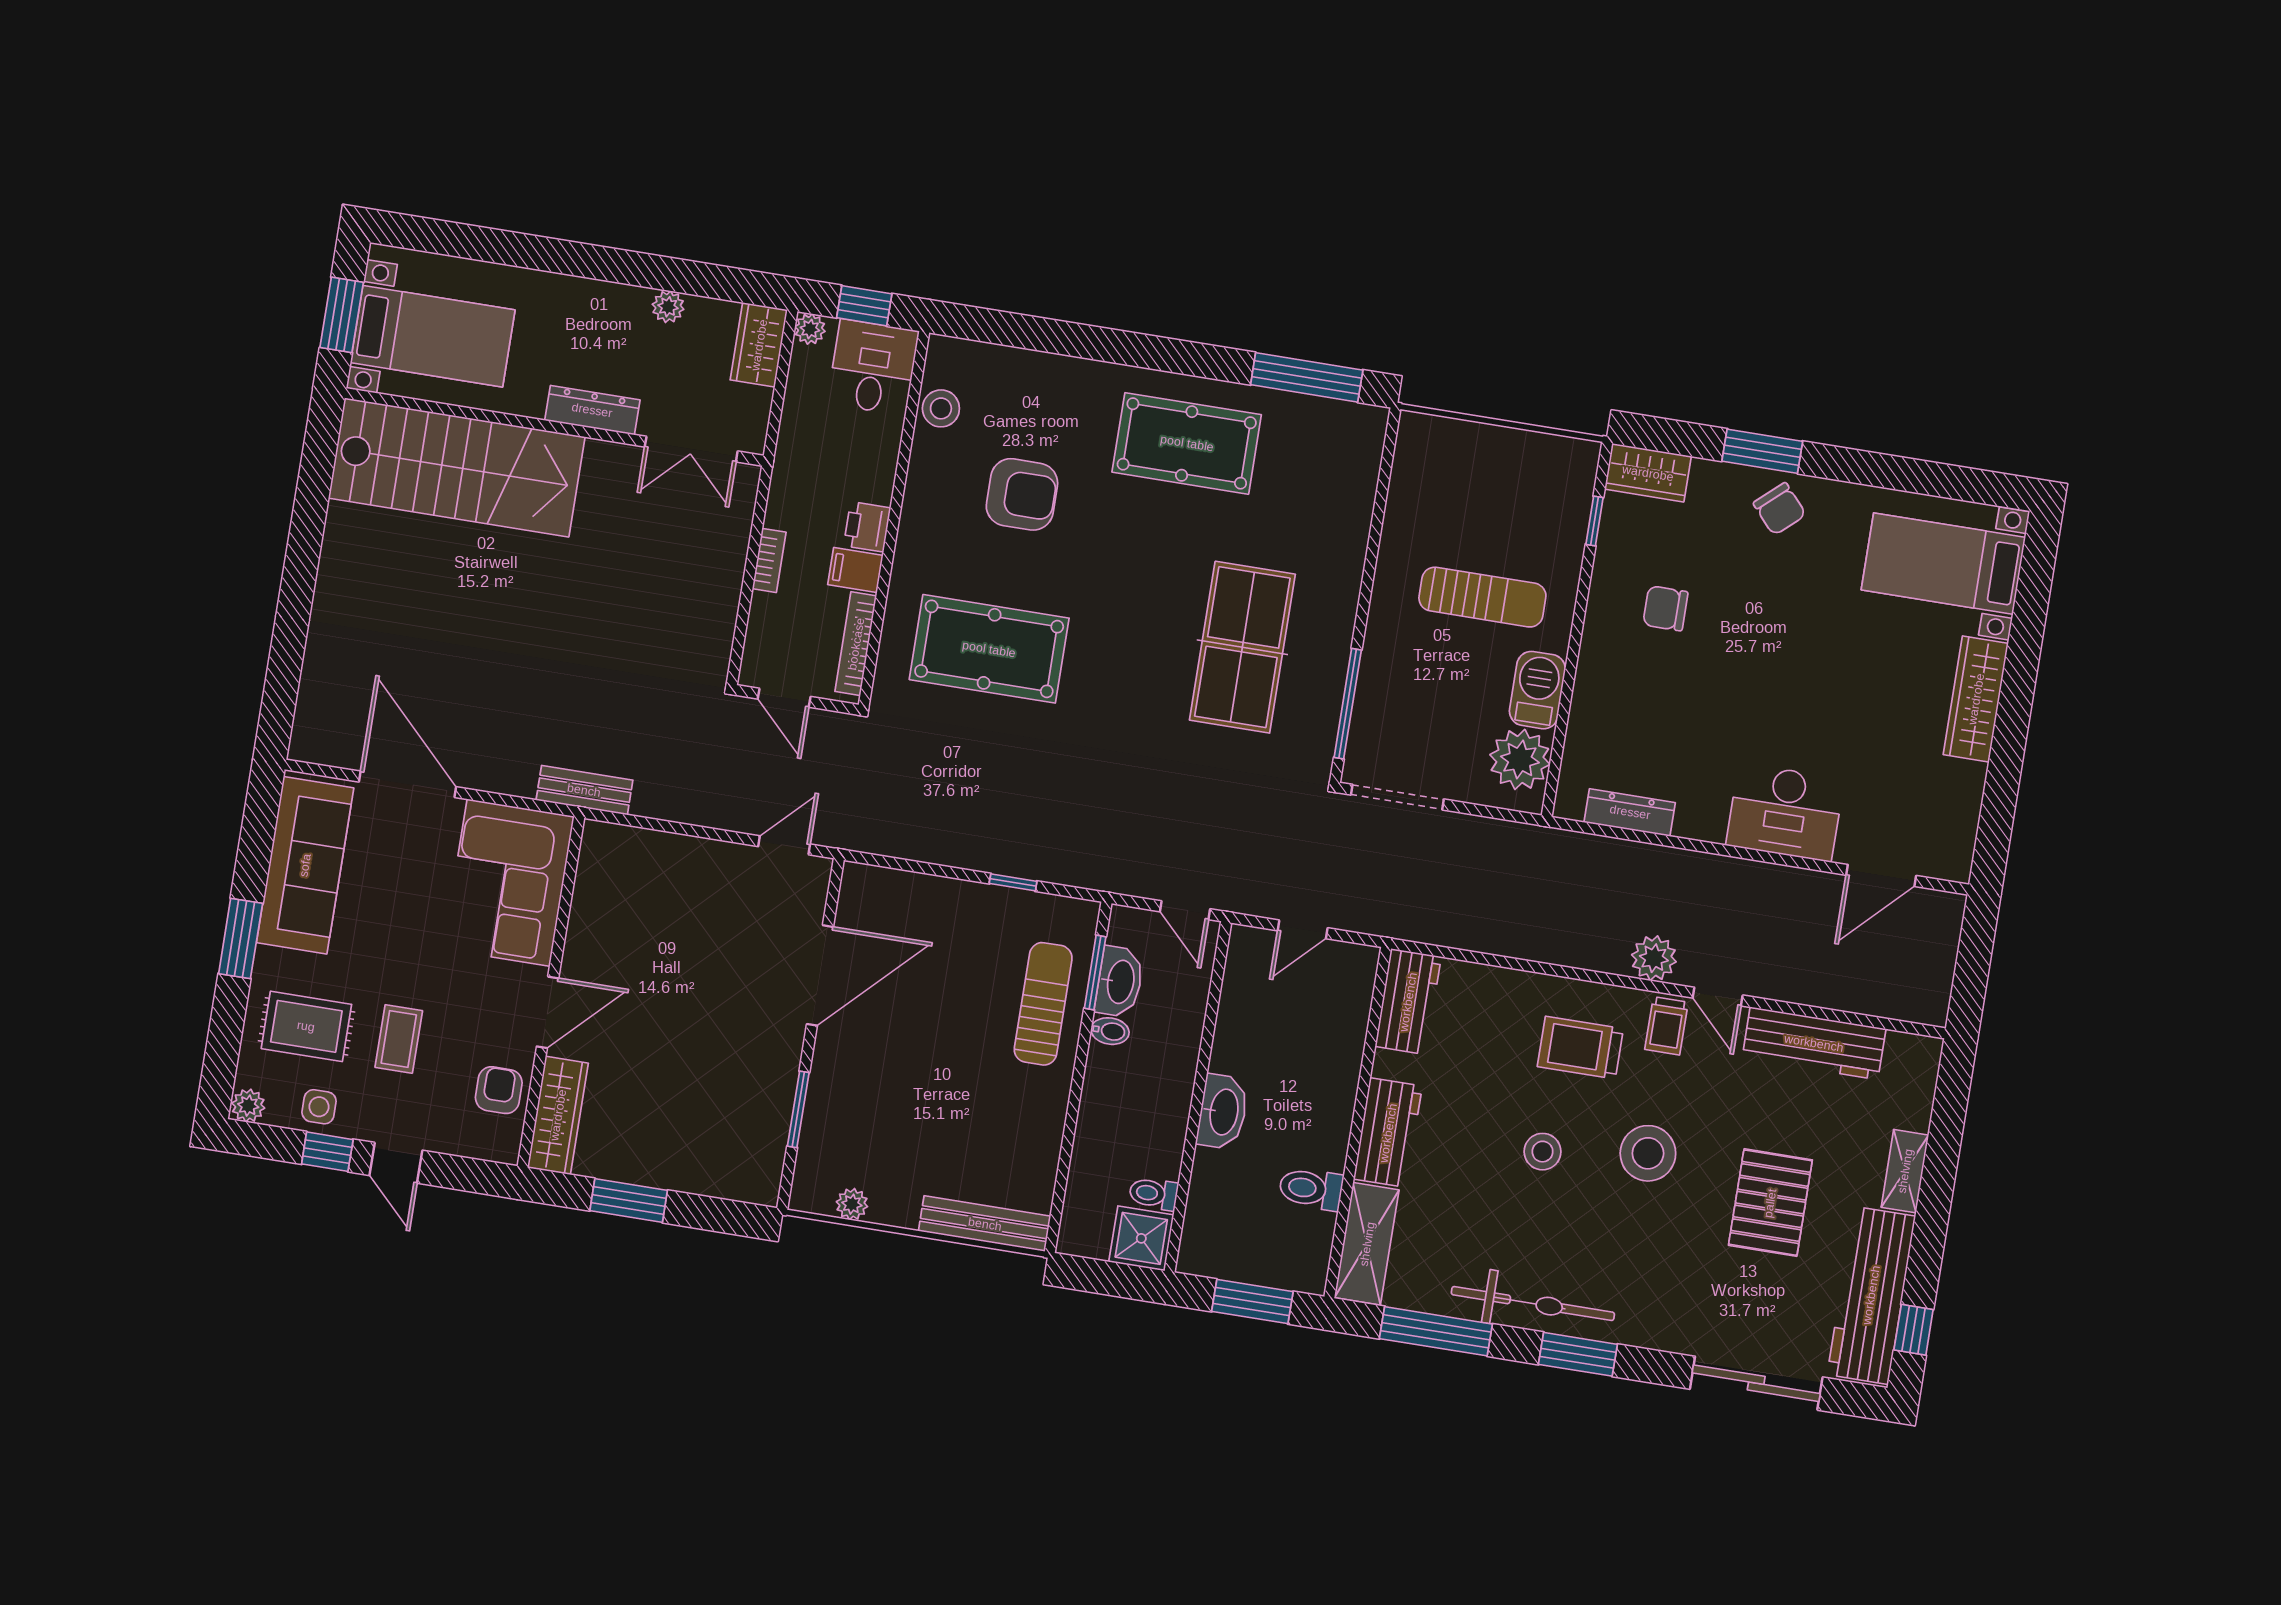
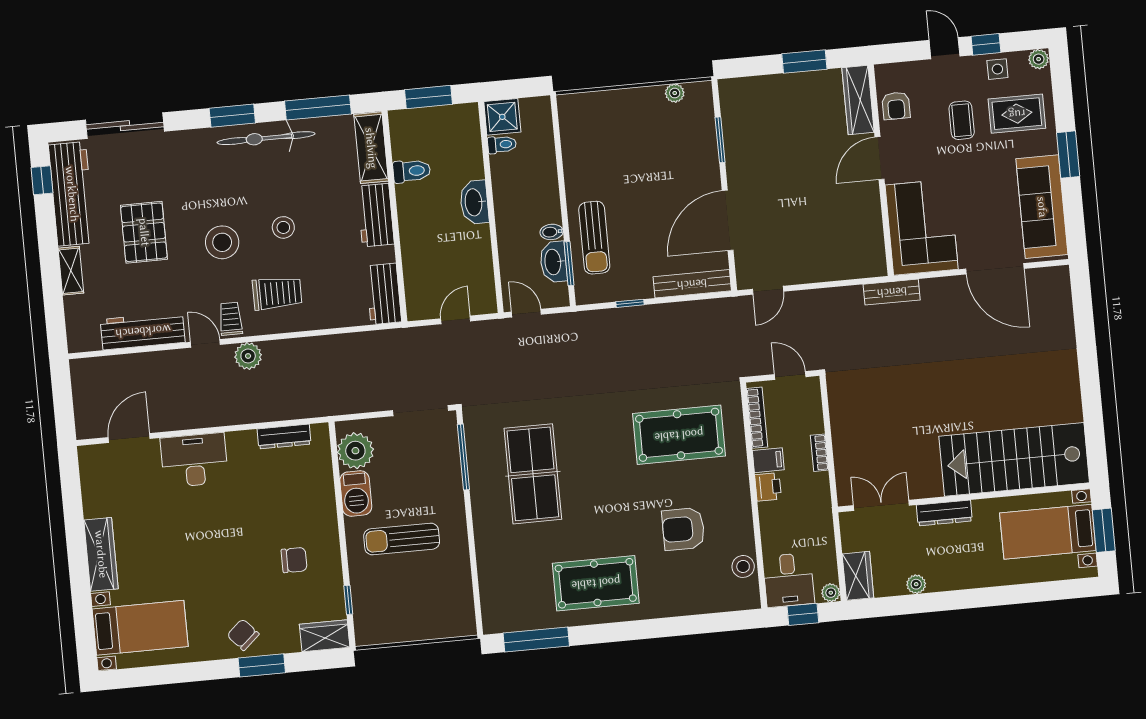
bench: (985, 1224) -> (692, 284), moved

